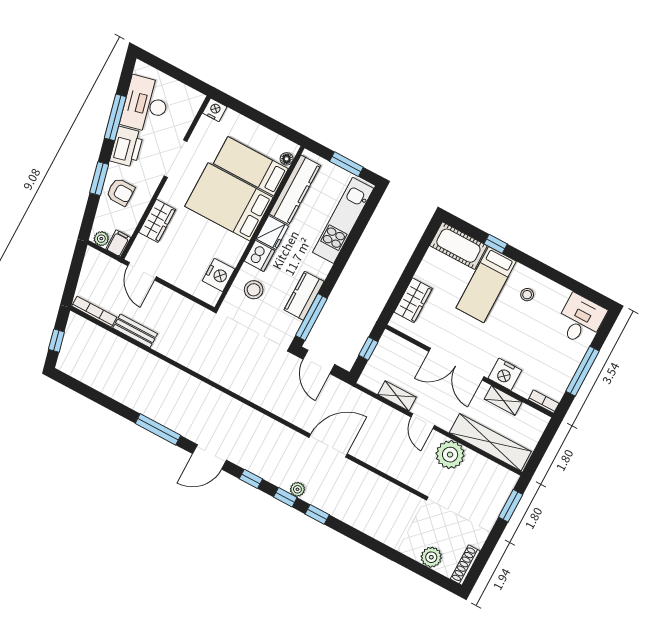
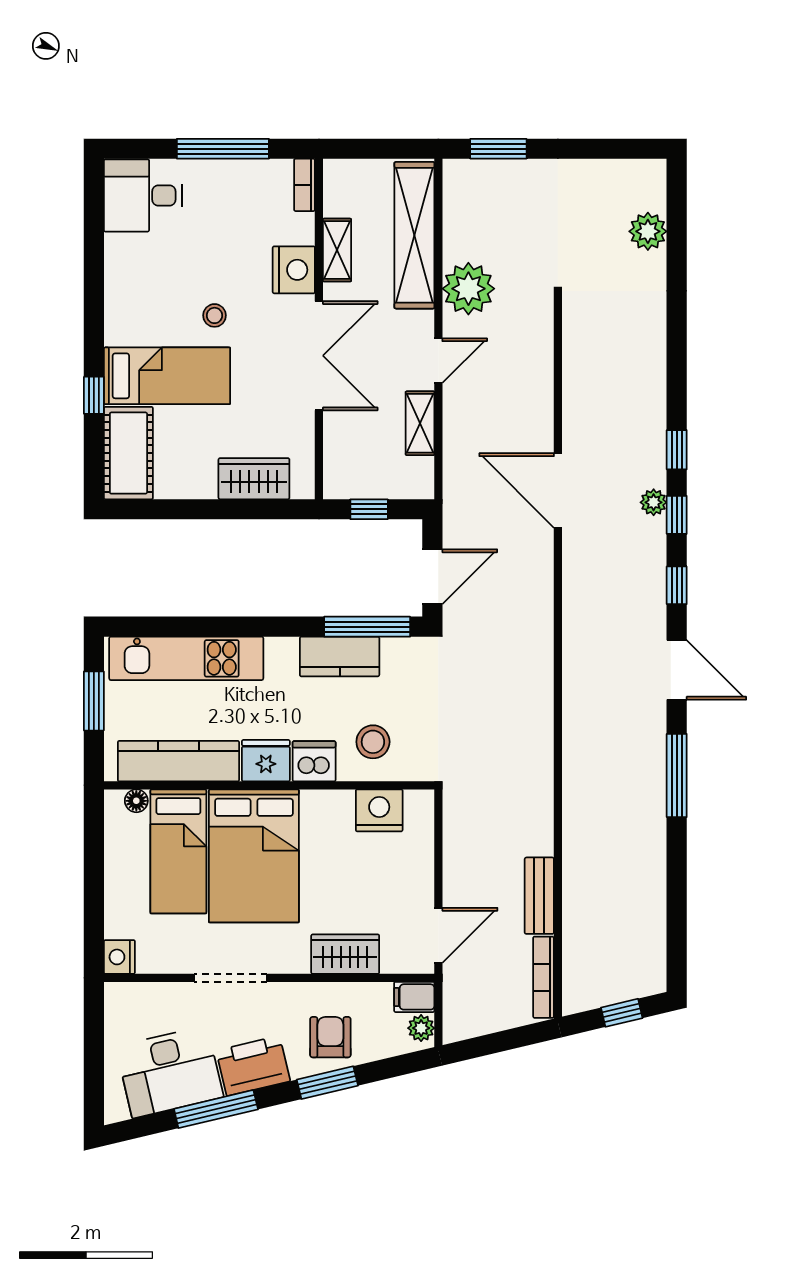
stool: (527, 295) -> (214, 315), moved
shoe rack: (465, 565) -> (631, 171), removed

